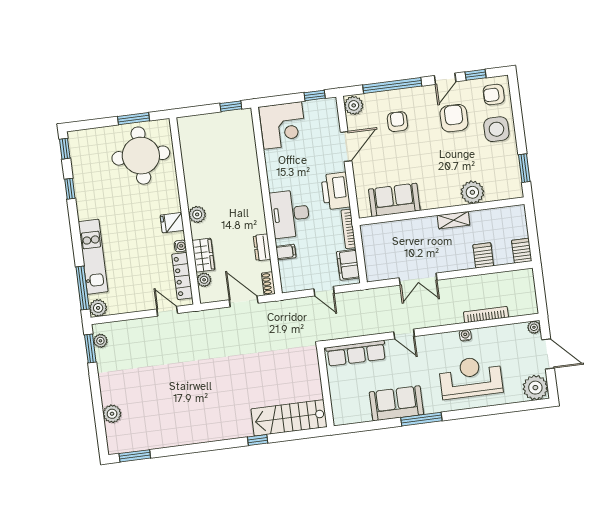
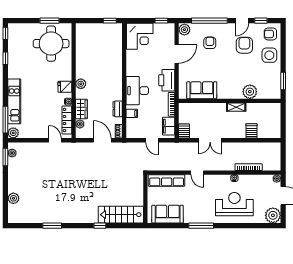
server rack: (522, 251) -> (184, 131), moved
sofa: (396, 403) -> (168, 214), moved
window: (135, 456) -> (52, 226), moved

